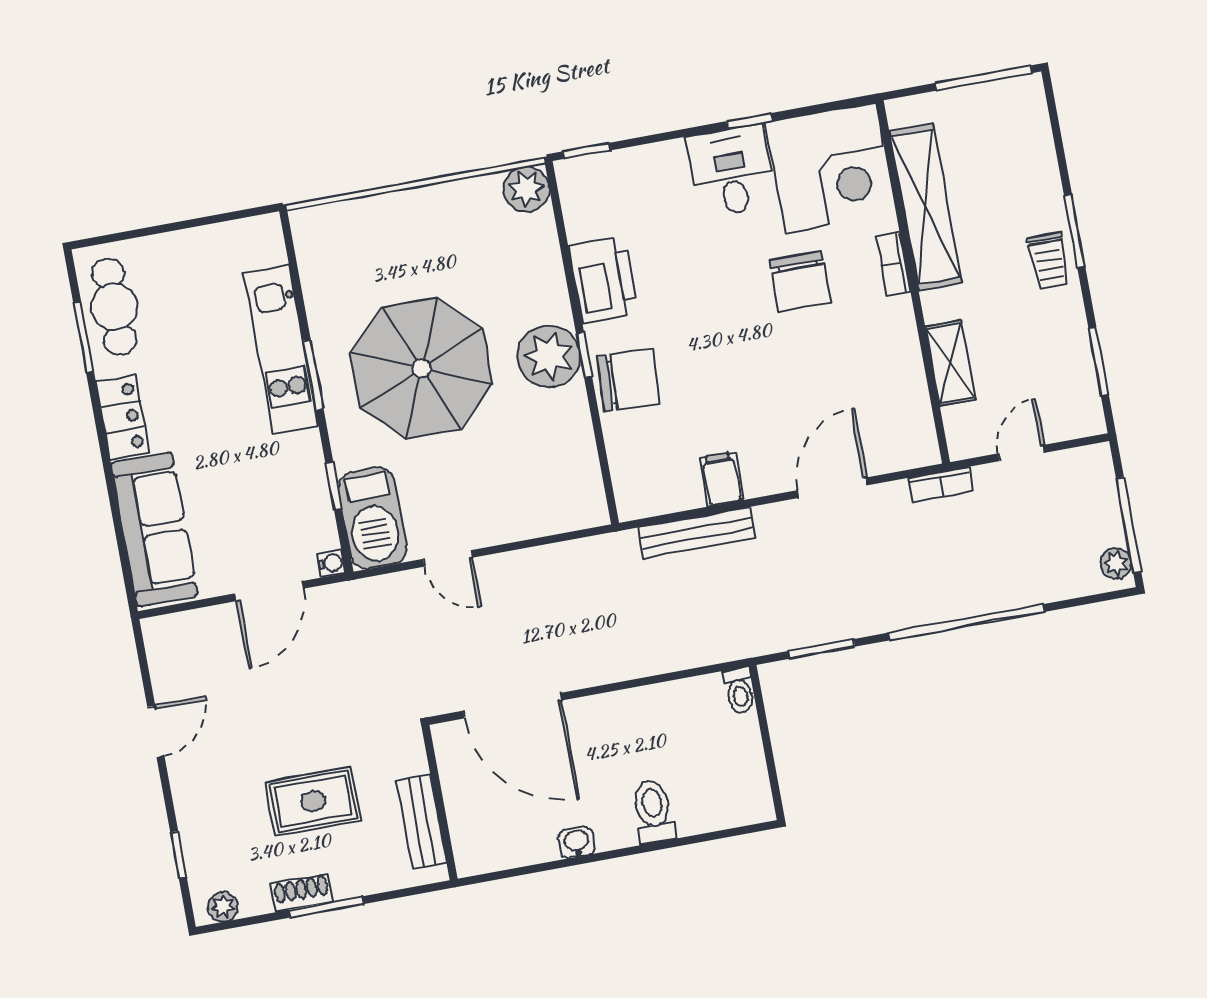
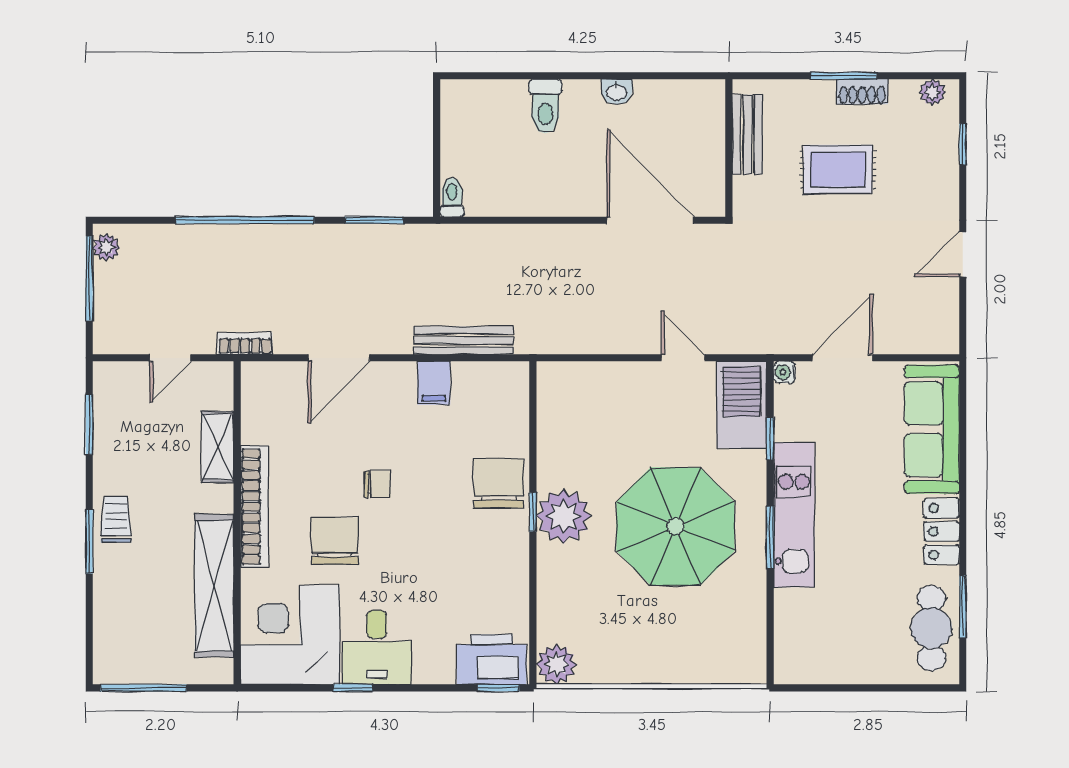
bookcase: (893, 264) -> (254, 507), width x2.31, depth x1.31
printer: (603, 279) -> (492, 659), moved, turned 90
kitchen unit: (281, 349) -> (794, 515), moved
chair: (764, 354) -> (377, 484), added
chair: (628, 380) -> (499, 483), turned 87

